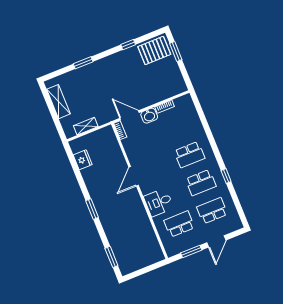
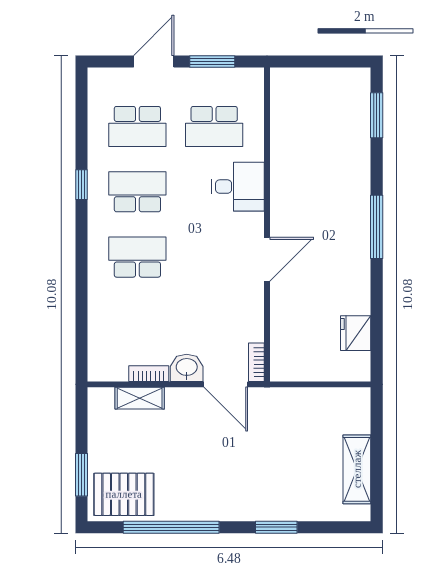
window: (128, 45) -> (171, 527), width x3.17
shelving: (86, 126) -> (140, 398), moved
window: (92, 209) -> (377, 227), width x1.44

